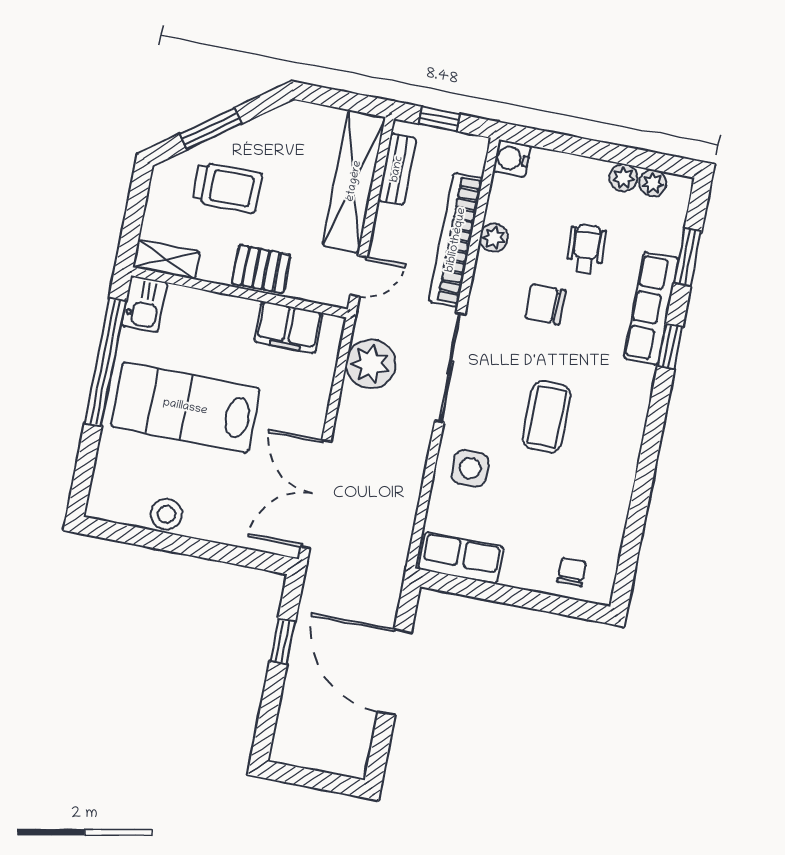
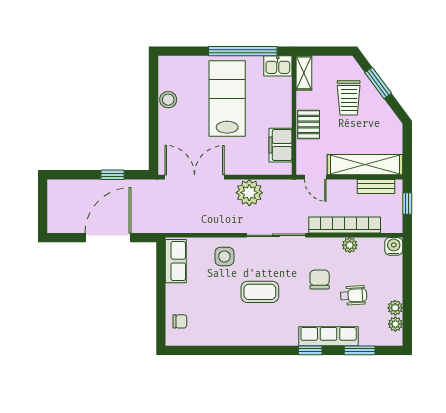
plant: (371, 364) -> (249, 193), moved

